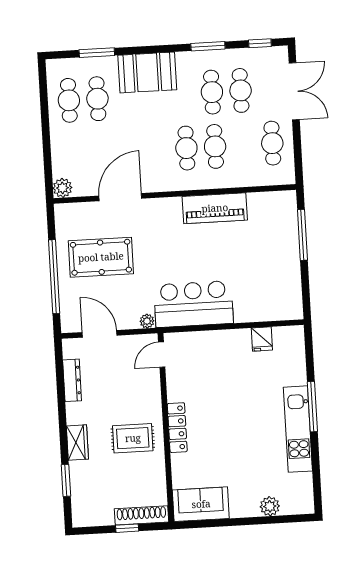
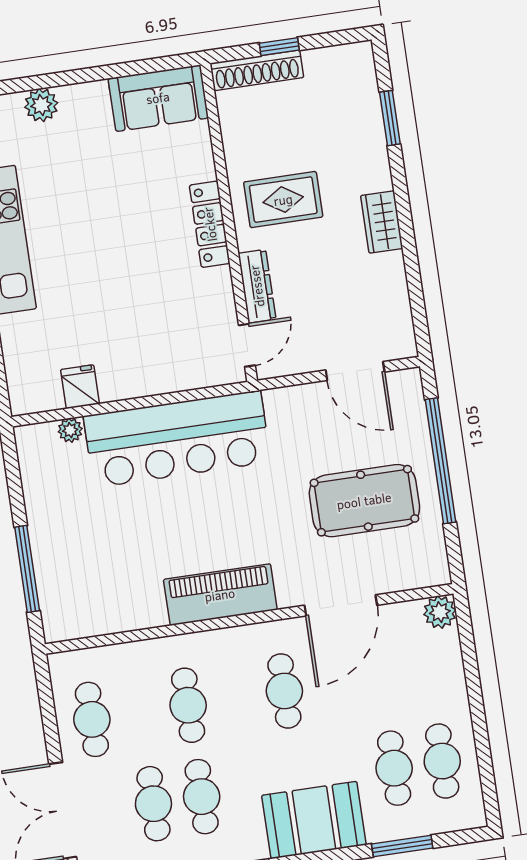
cafe table: (186, 148) -> (284, 691), moved
piano: (215, 208) -> (220, 595), moved
bar counter: (194, 304) -> (177, 439), width x1.36
plant: (147, 321) -> (70, 430), moved
dresser: (72, 380) -> (257, 286), moved, turned 180
wardrobe: (77, 443) -> (382, 222), moved

